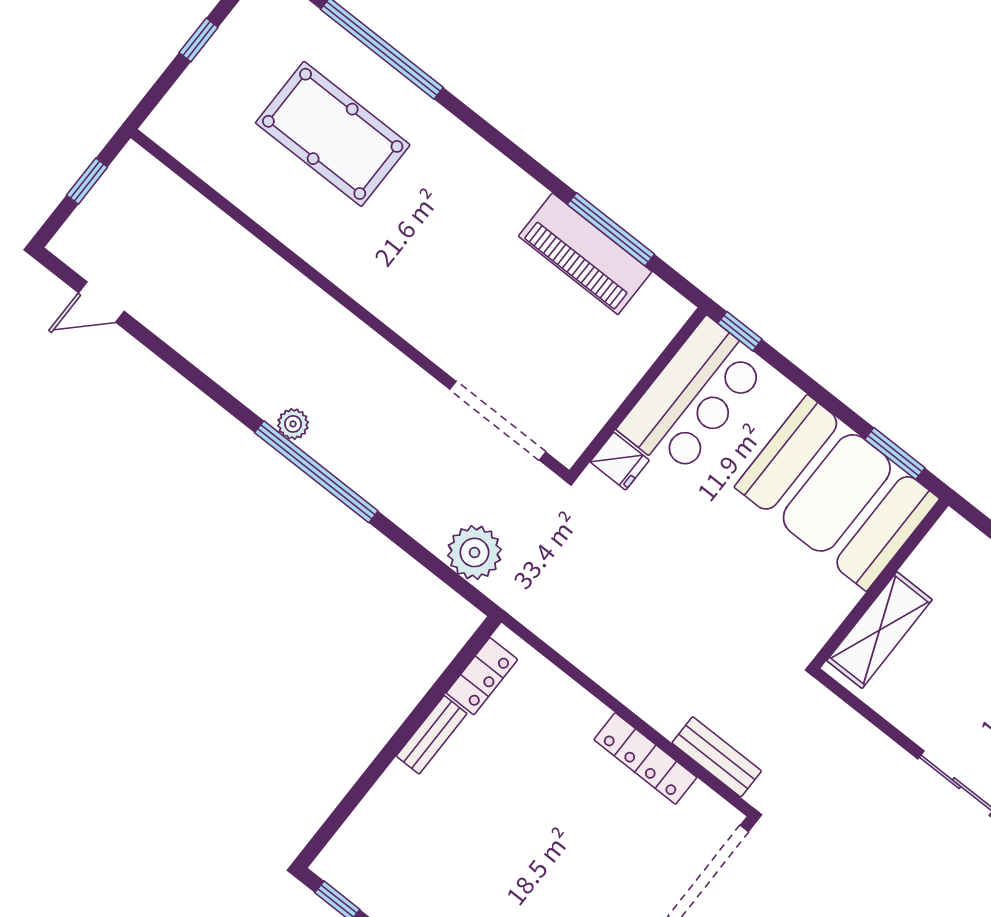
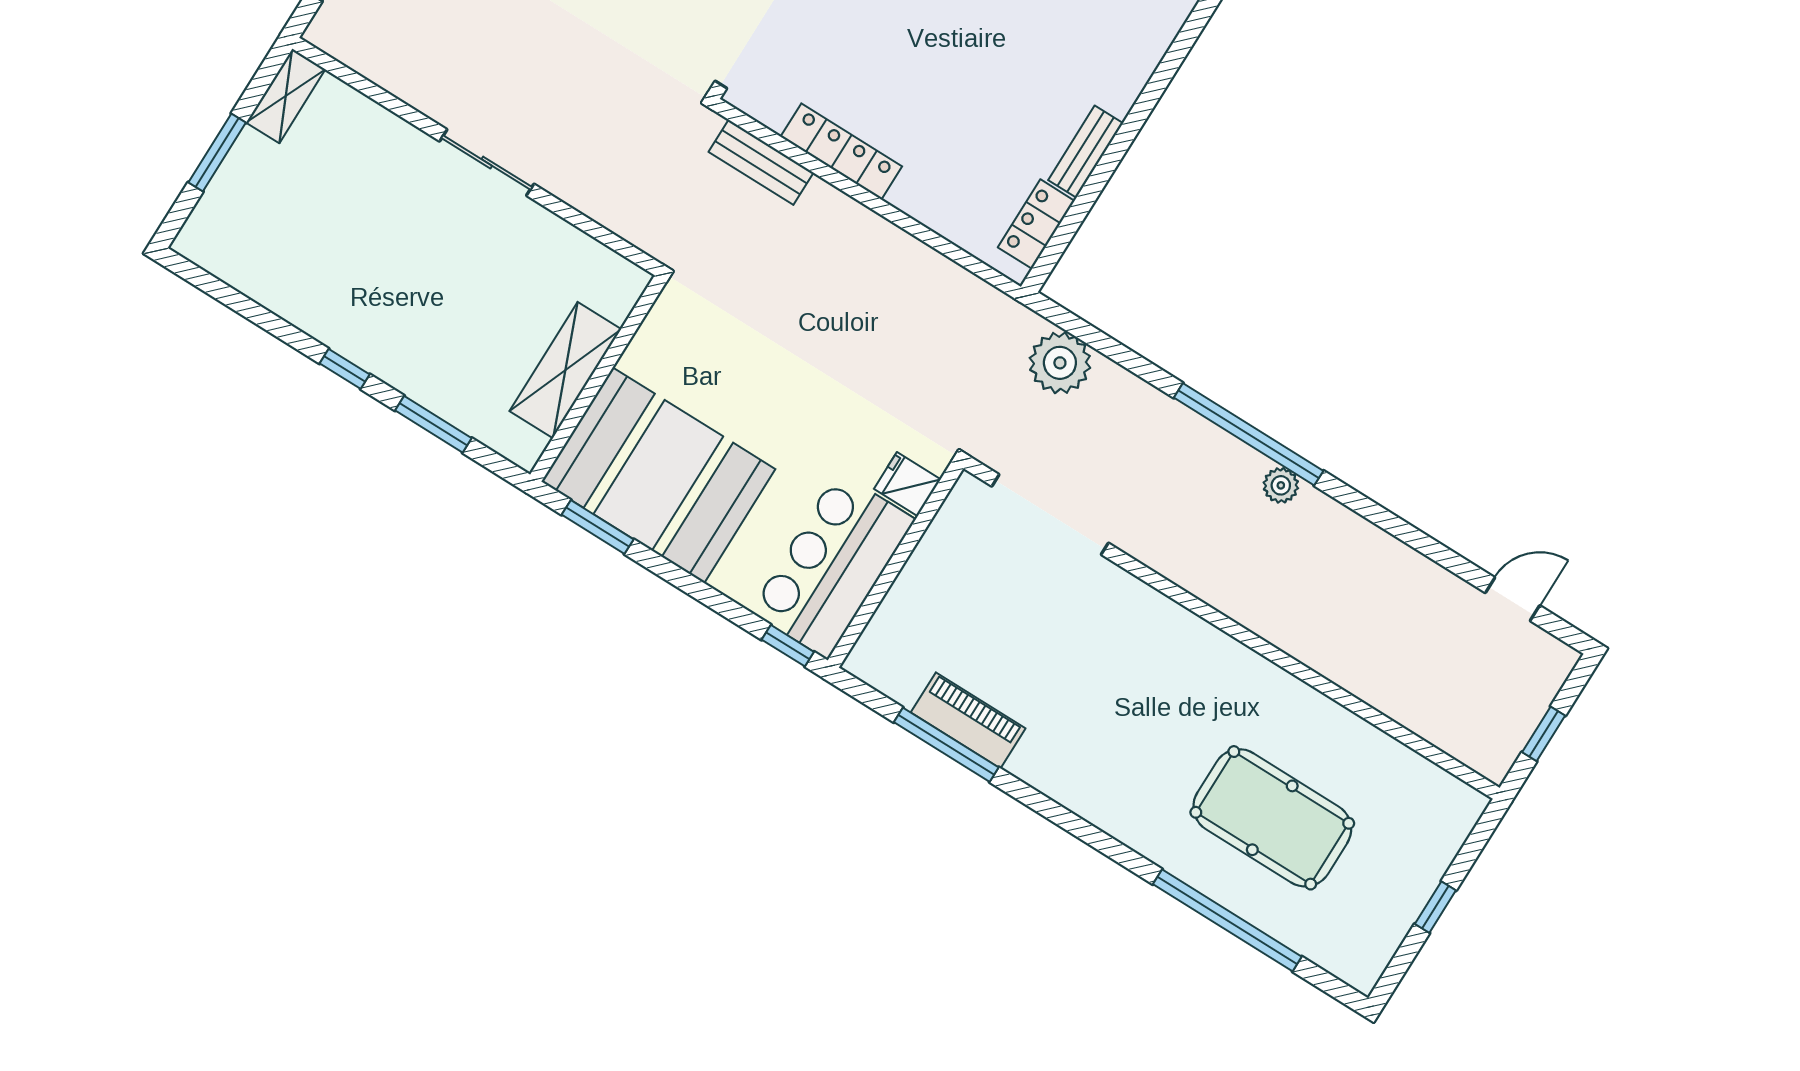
piano: (585, 254) -> (968, 720), width x0.73, depth x0.75
shelving: (879, 630) -> (565, 370), moved

